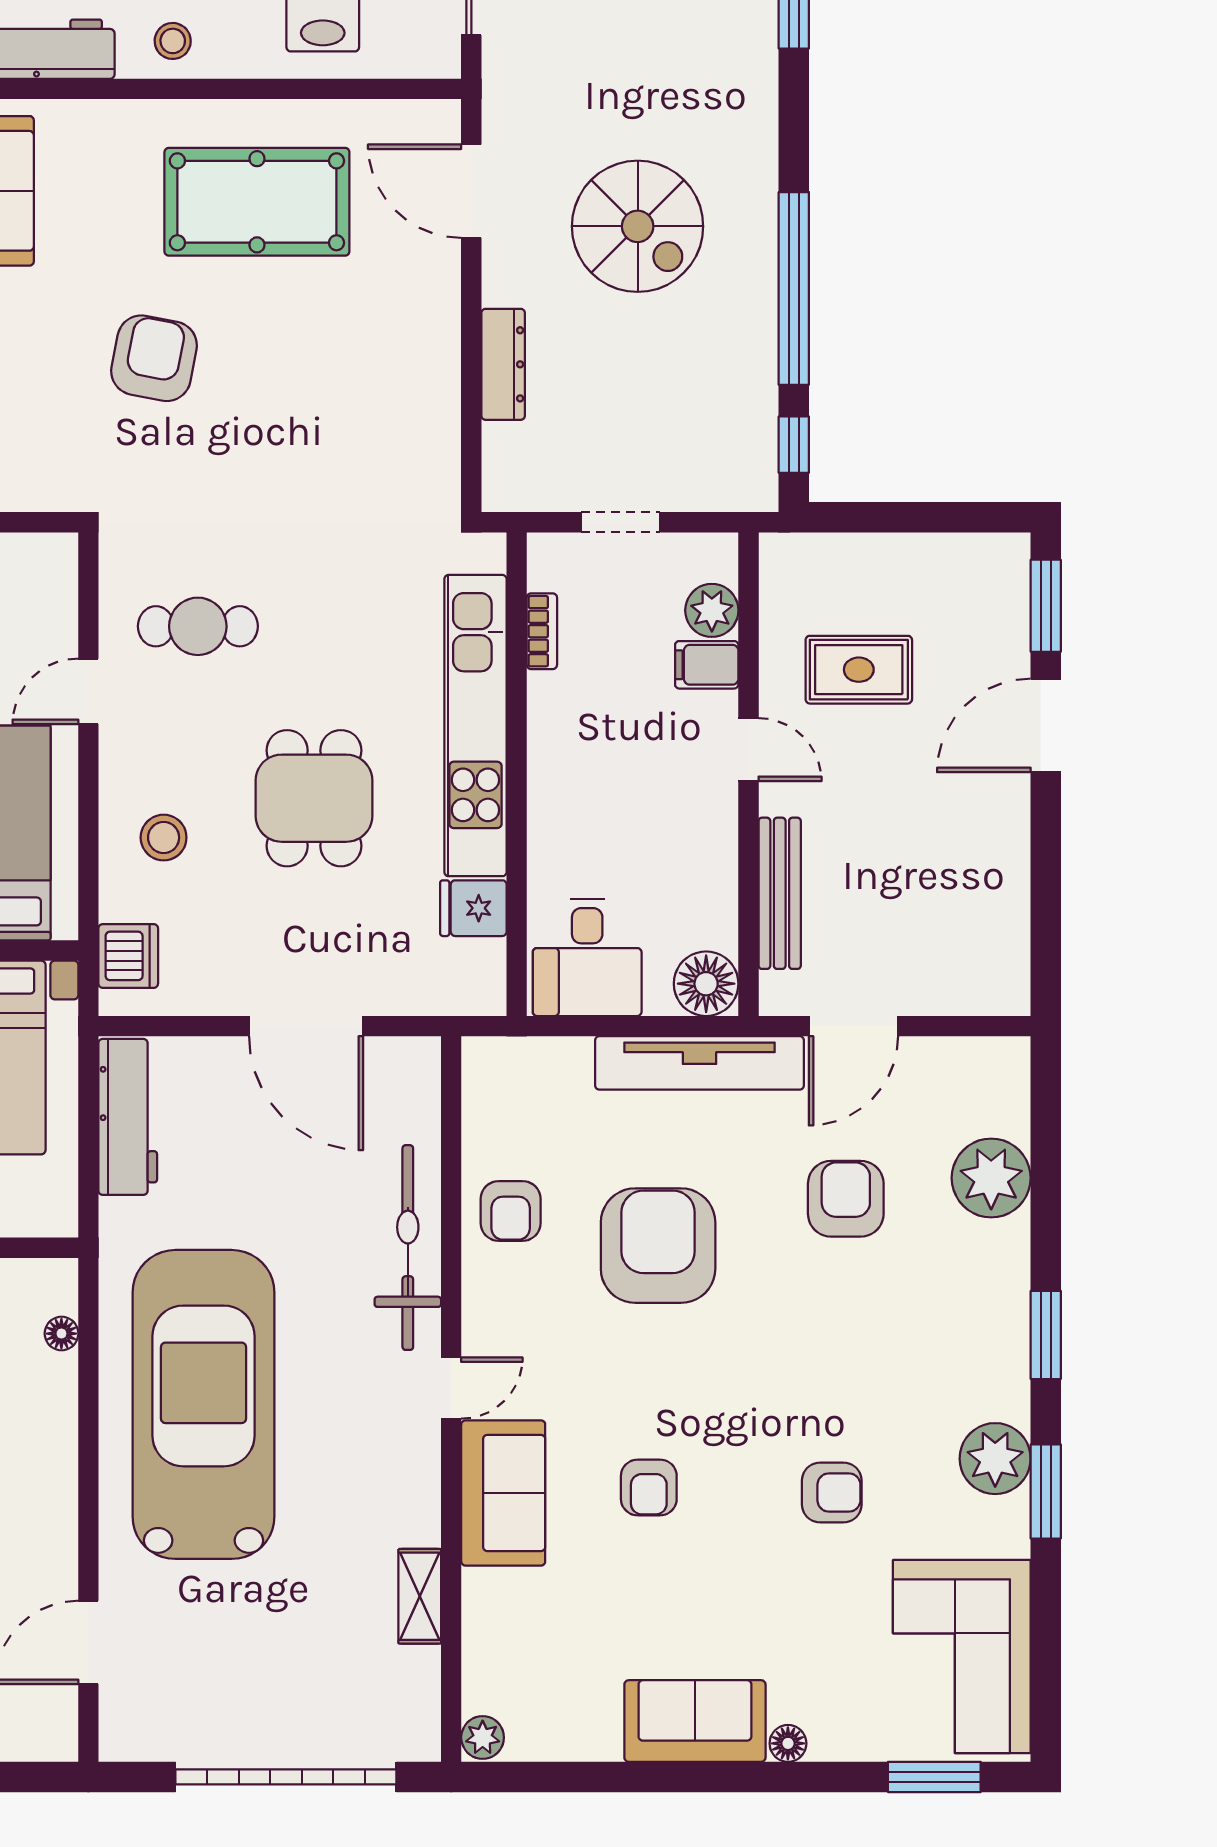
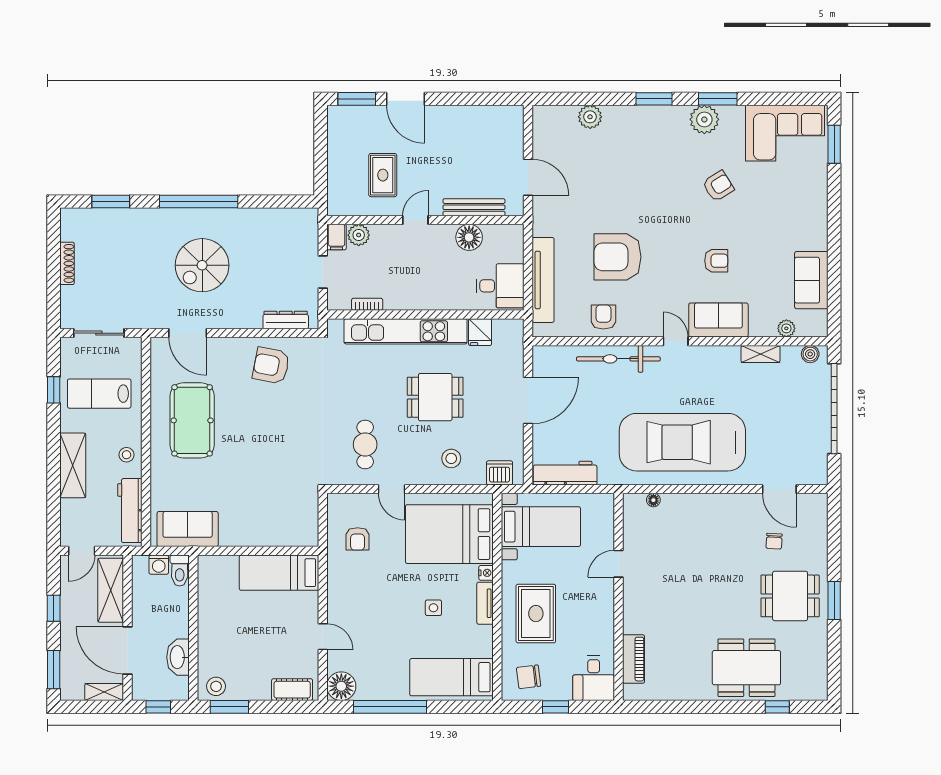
door: (471, 191) -> (188, 333), hinge flipped
spiral stairs: (638, 226) -> (202, 265), turned 180
window: (794, 288) -> (199, 202), moved
armchair: (154, 358) -> (271, 366), moved
dresser: (503, 364) -> (286, 320), moved
window: (794, 445) -> (291, 202), removed
filing cabinet: (707, 665) -> (336, 237), moved
floor lamp: (706, 984) -> (469, 237), moved
tv unit: (700, 1063) -> (543, 280), moved
plant: (991, 1178) -> (590, 117), width x0.73, depth x0.73
armchair: (846, 1199) -> (598, 180), removed
armchair: (511, 1211) -> (603, 317), turned -90
armchair: (832, 1492) -> (718, 186), turned 58
boiler: (420, 1718) -> (810, 354), added
sofa: (695, 1721) -> (811, 280), moved
plant: (483, 1737) -> (786, 328), moved
floor lamp: (788, 1743) -> (820, 204), removed

